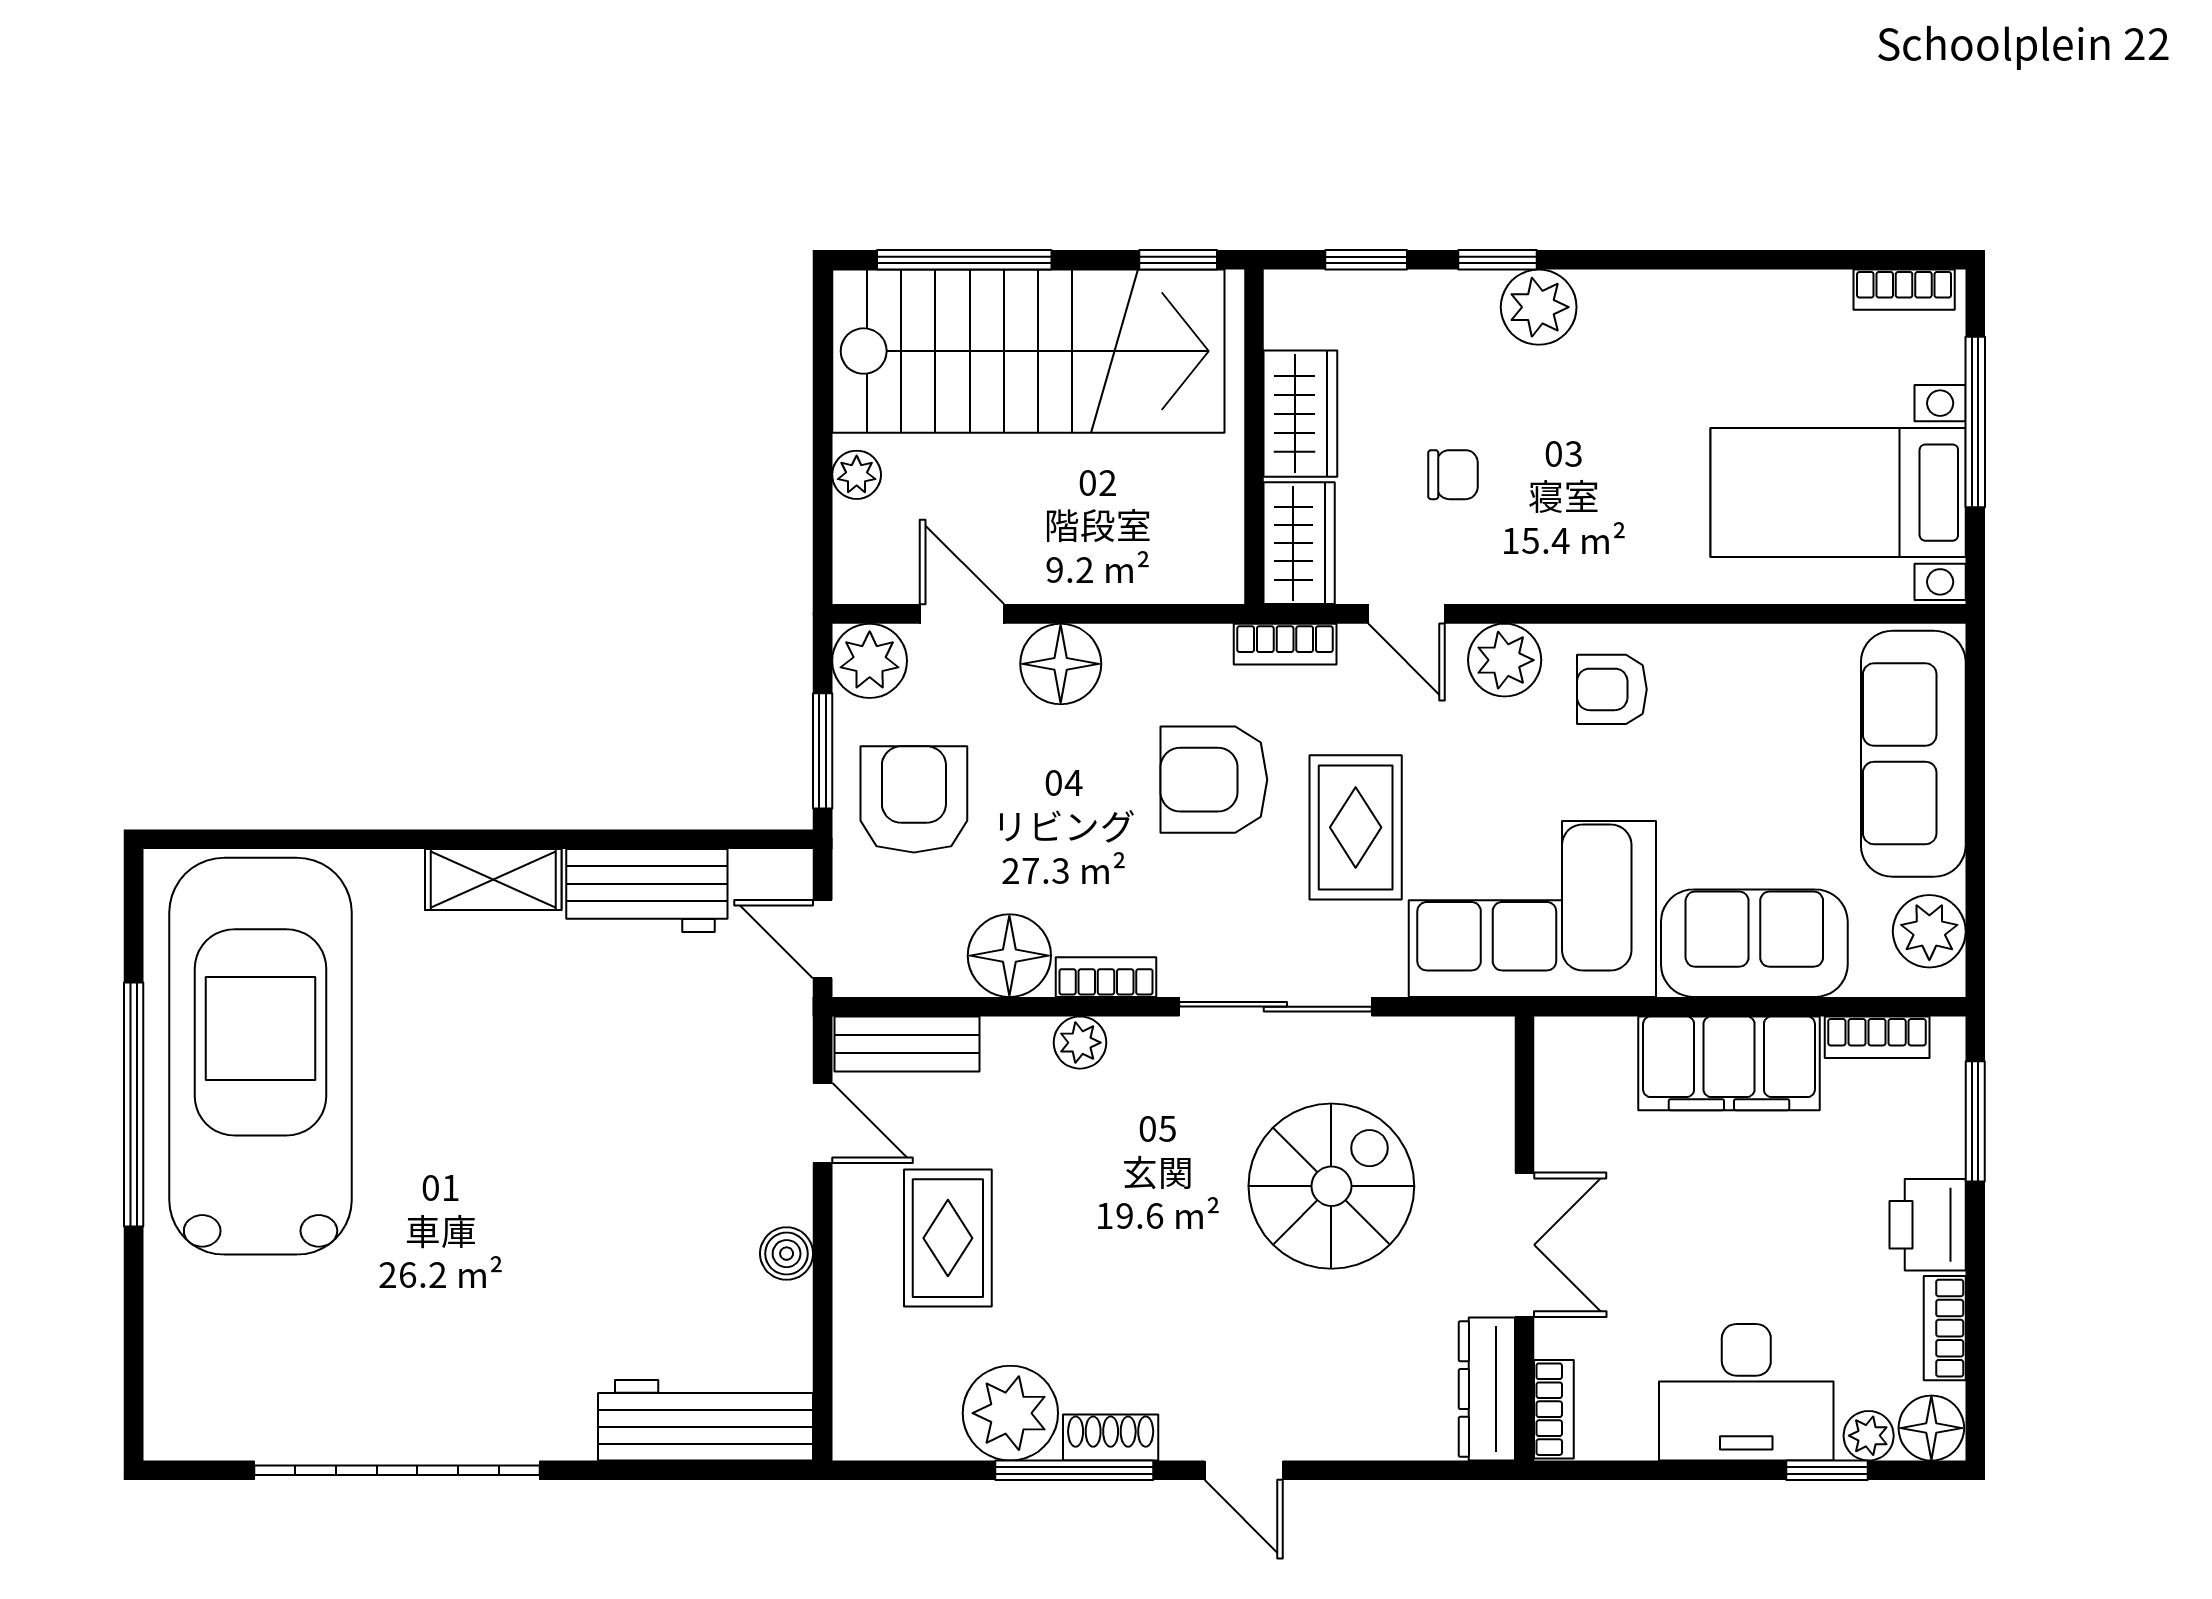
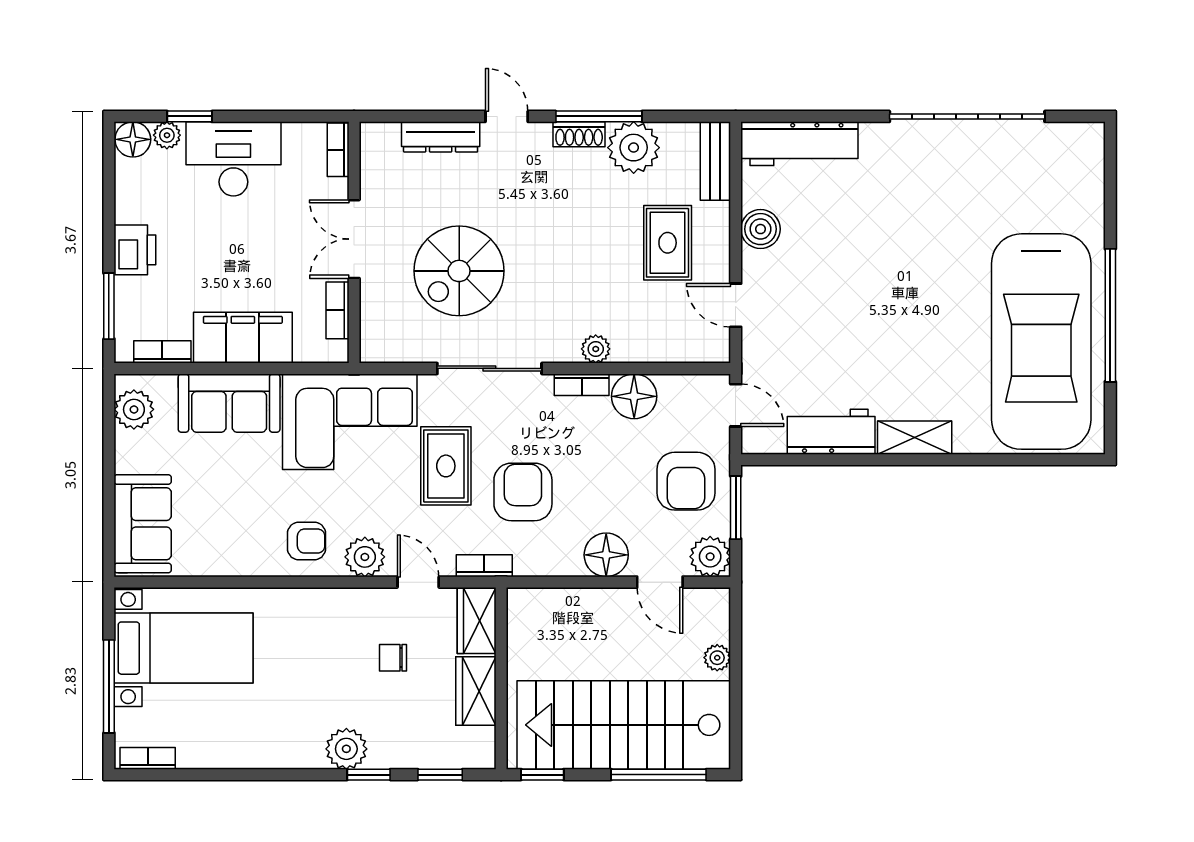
sofa: (1913, 754) -> (143, 524), width x0.73
armchair: (1214, 780) -> (523, 492), turned -90
bench: (907, 1044) -> (715, 161), moved, turned 90
boiler: (787, 1254) -> (760, 229), width x1.36, depth x1.36
bookcase: (1945, 1328) -> (337, 310), moved, turned 180
dresser: (1487, 1389) -> (441, 137), moved, turned 90

